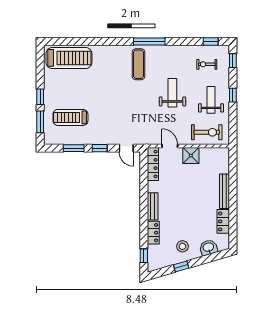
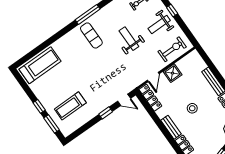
weight bench: (211, 100) -> (159, 25), turned -90
door: (170, 146) -> (153, 77), swing flipped
window: (74, 148) -> (88, 126), removed
stool: (182, 246) -> (192, 108), moved

